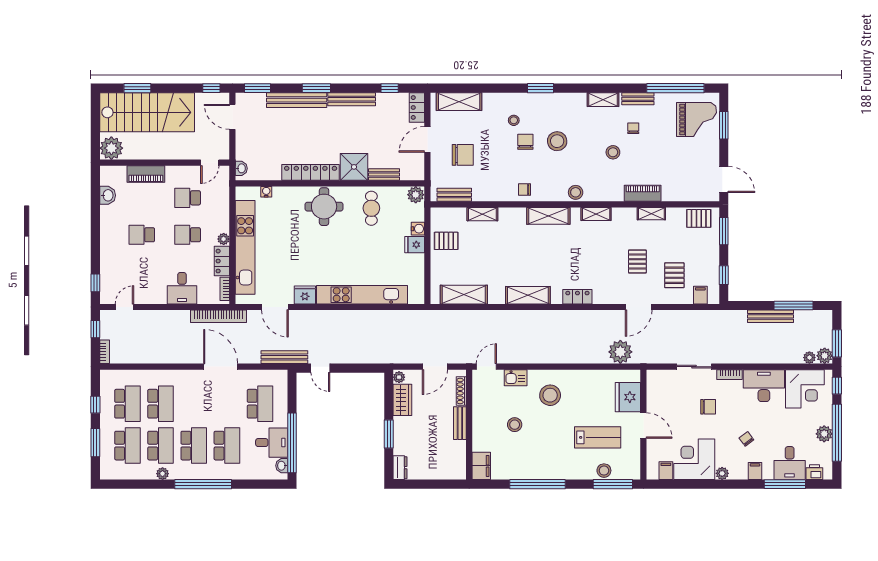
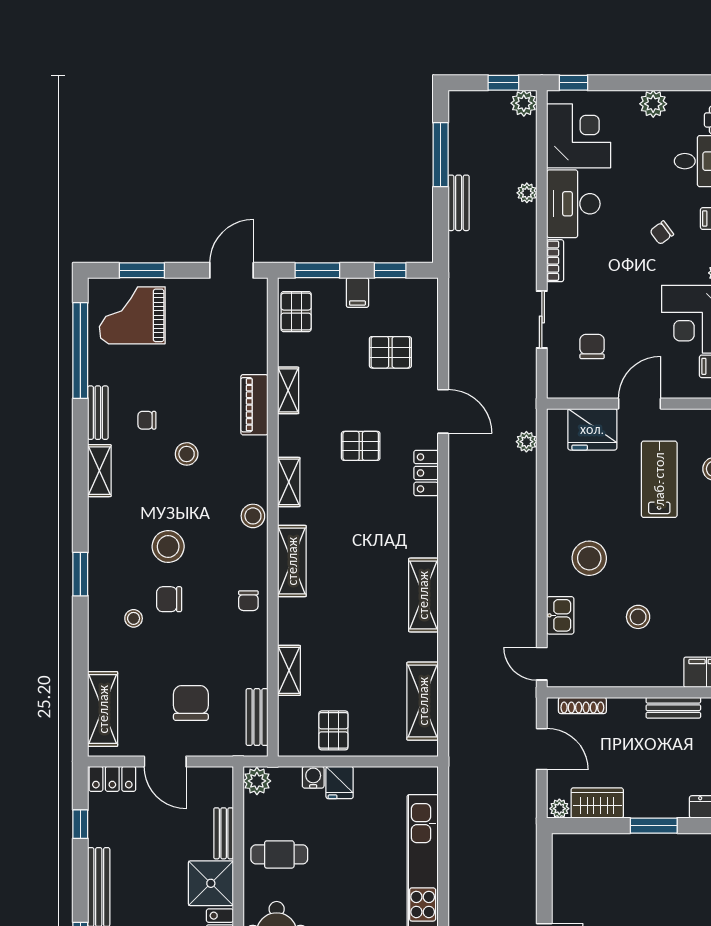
grand piano: (697, 119) -> (132, 315), turned -90
pallet: (637, 262) -> (361, 446), moved
filing cabinet: (700, 295) -> (357, 293), moved, turned -90
locker: (577, 297) -> (426, 473), moved
bench: (771, 316) -> (459, 203), width x0.73
window: (837, 343) -> (503, 83), width x0.67
plant: (620, 352) -> (526, 442), width x0.53, depth x0.53
plant: (809, 358) -> (527, 193), moved
chair: (708, 407) -> (592, 347), moved
bench: (460, 423) -> (673, 708), moved
window: (837, 433) -> (651, 83), removed

